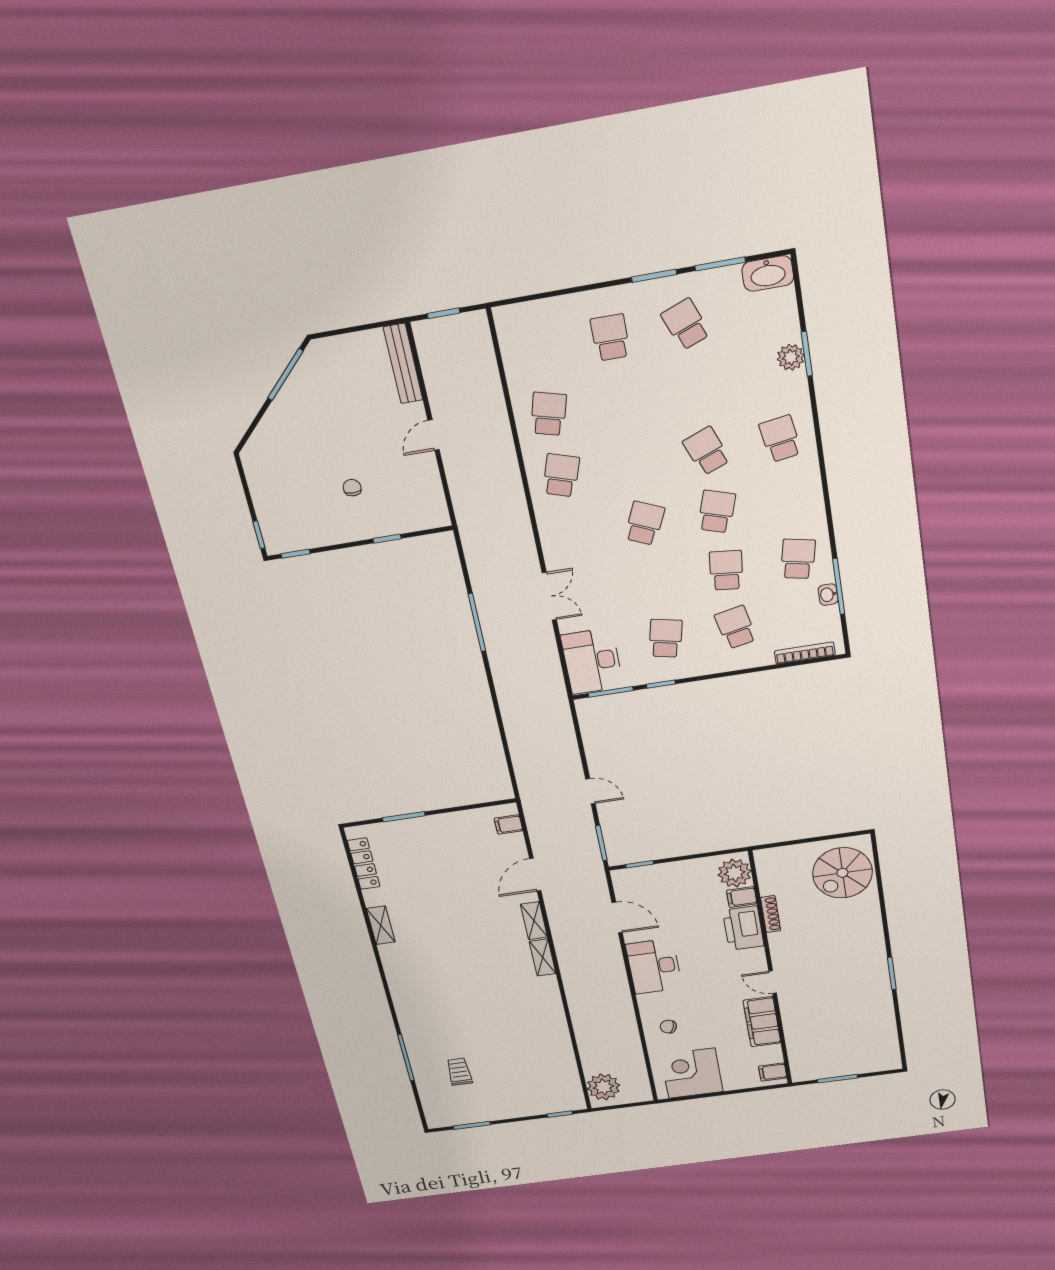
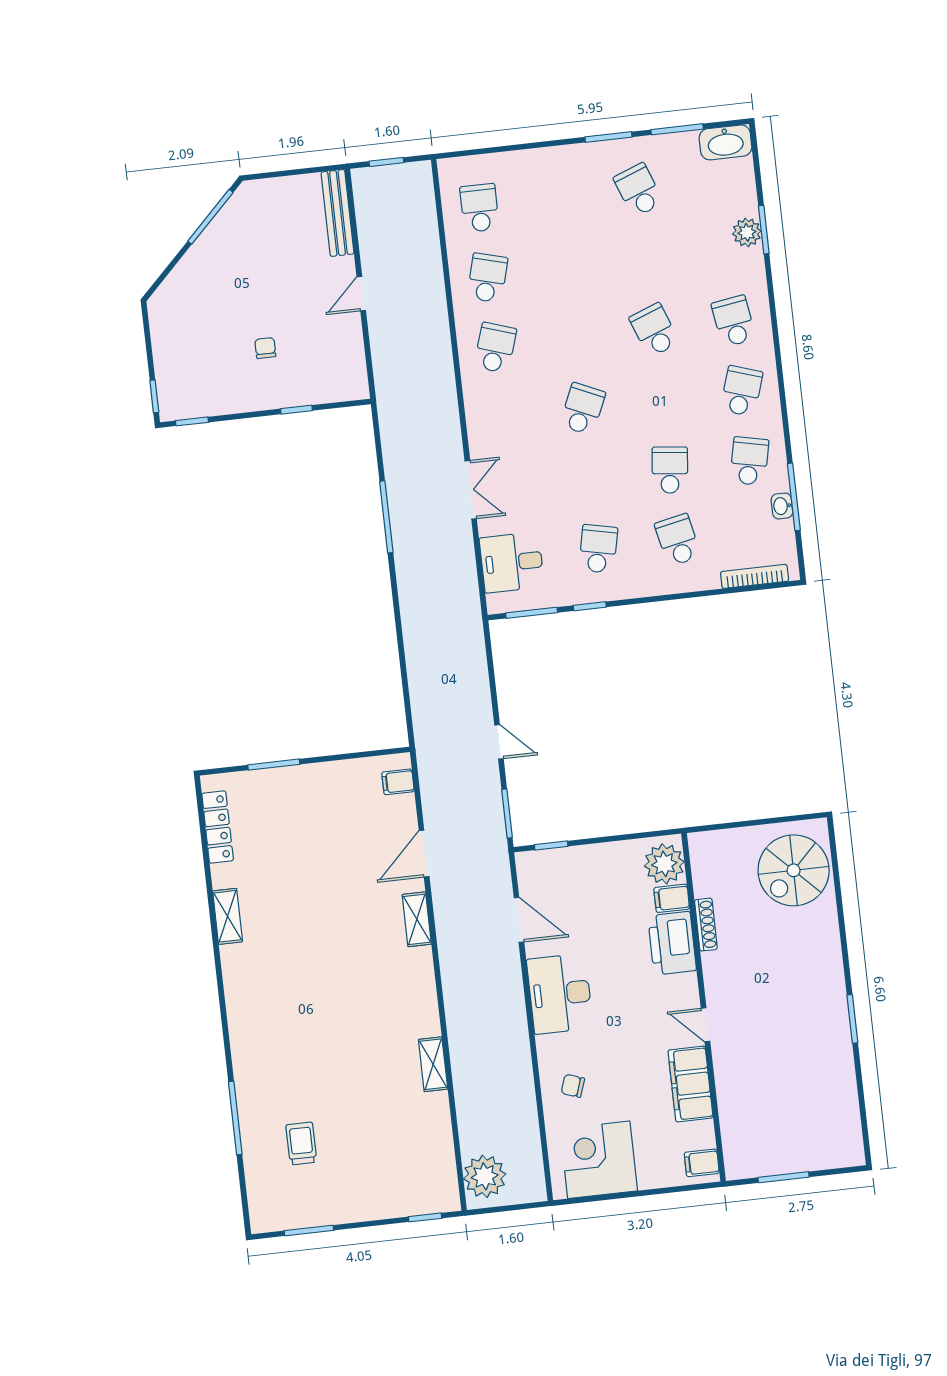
school desk: (610, 337) -> (480, 208), moved
school desk: (717, 512) -> (742, 391), moved
desk: (592, 661) -> (512, 562), width x0.73
shelving: (543, 958) -> (433, 1064), moved

